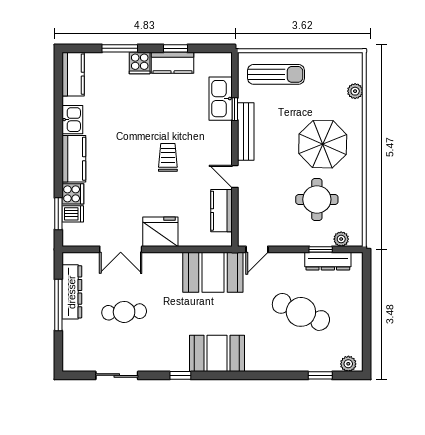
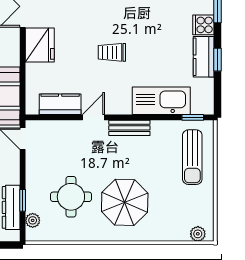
plant: (355, 91) -> (198, 234), moved
kitchen sink: (221, 99) -> (161, 101), width x1.36, depth x1.24
window: (235, 109) -> (193, 117), moved
bench: (246, 132) -> (129, 128), width x0.73
trolley: (168, 157) -> (112, 52), turned 180

